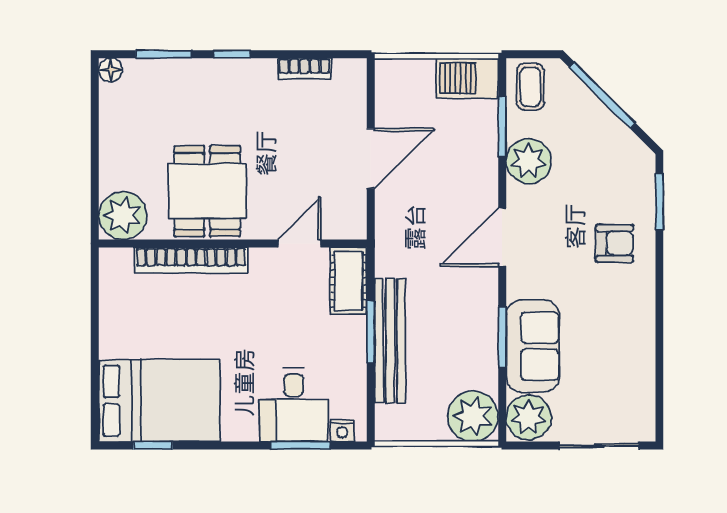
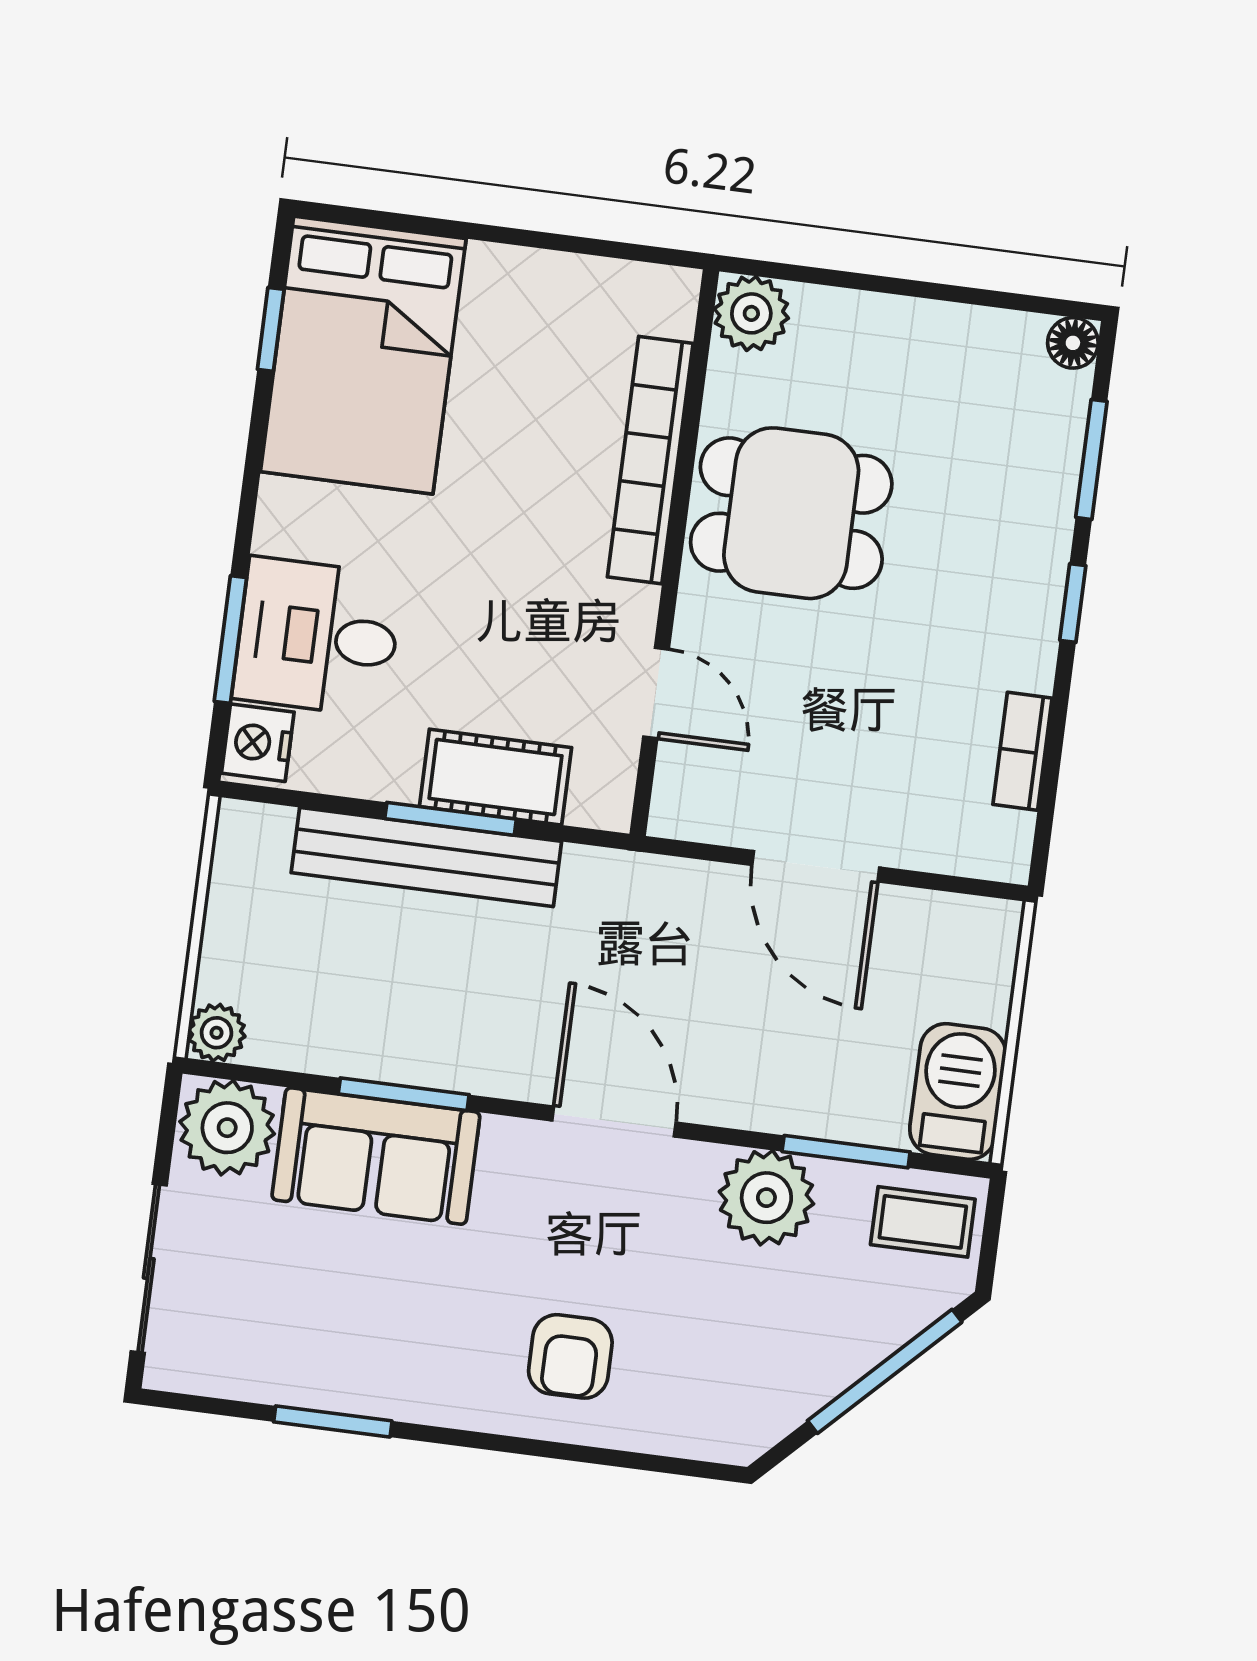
window: (659, 201) -> (333, 1421), moved
plant: (123, 216) -> (751, 313), width x0.73, depth x0.73
cot: (348, 281) -> (496, 777), moved
plant: (473, 416) -> (217, 1033), width x0.53, depth x0.53
nightstand: (342, 430) -> (258, 743), width x1.39, depth x1.35

